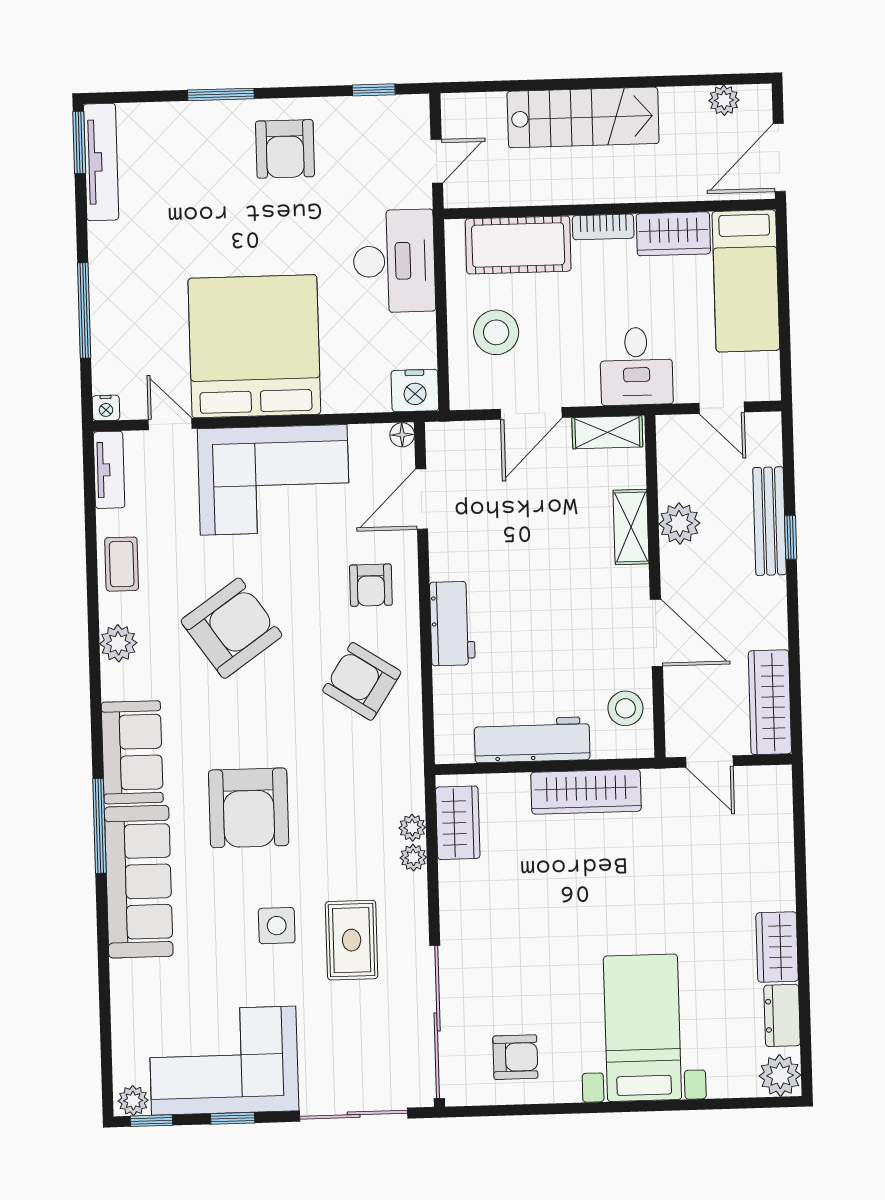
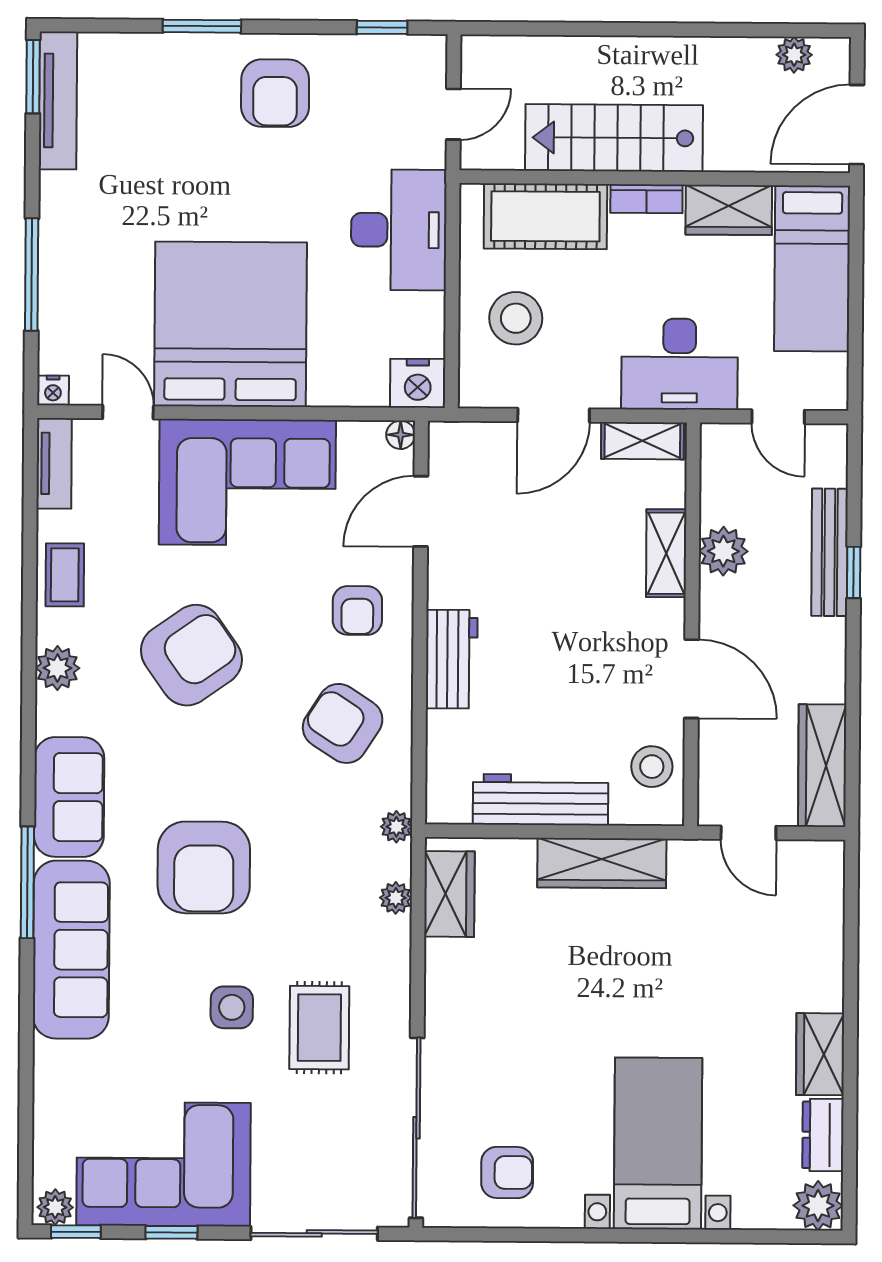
stairs: (583, 117) -> (614, 138), moved, turned 180
desk: (636, 366) -> (680, 364), width x1.37
plant: (413, 858) -> (396, 827), moved

